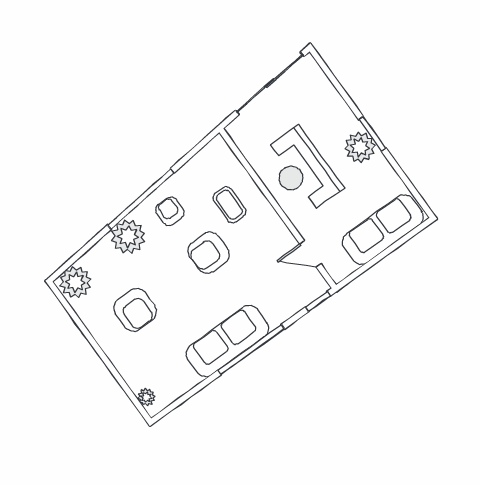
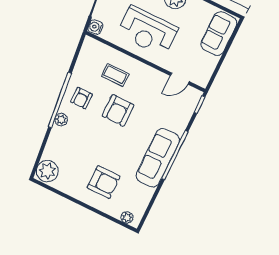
water cooler: (237, 129) -> (95, 27), added
armchair: (170, 211) -> (81, 98), turned -90
sofa: (383, 229) -> (219, 34), width x0.73
plant: (128, 237) -> (61, 120), width x0.53, depth x0.53
armchair: (135, 310) -> (104, 182), moved

